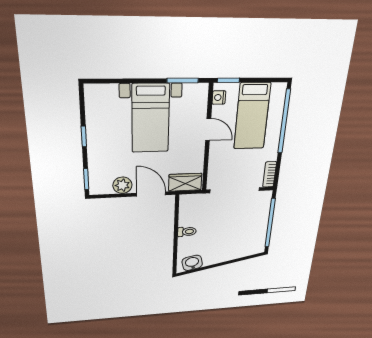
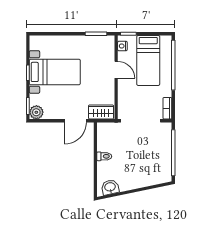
bed with nightstands: (151, 118) -> (55, 72), moved, turned -90
plant: (122, 185) -> (36, 112), moved
door: (151, 194) -> (75, 121), swing flipped

